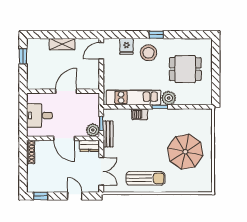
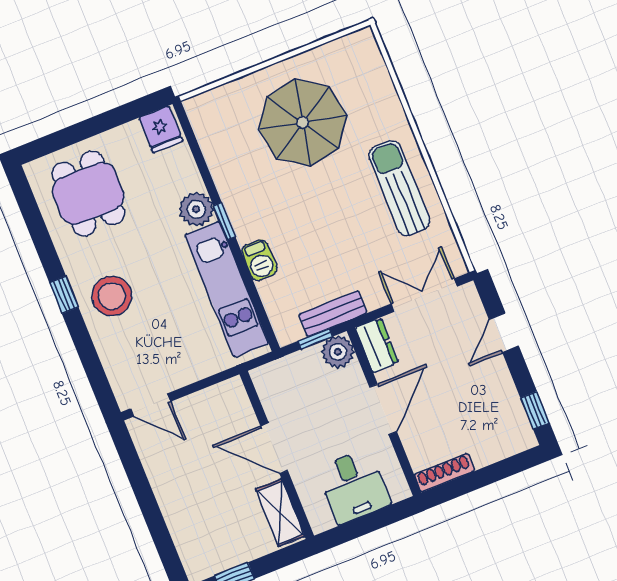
shelving: (62, 44) -> (280, 513), moved
fridge: (126, 46) -> (161, 130), moved, turned 90
dining table: (185, 69) -> (88, 194), moved

